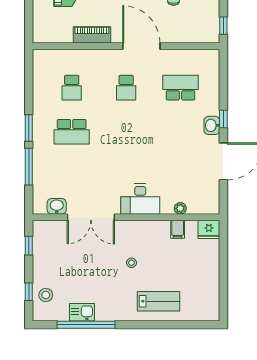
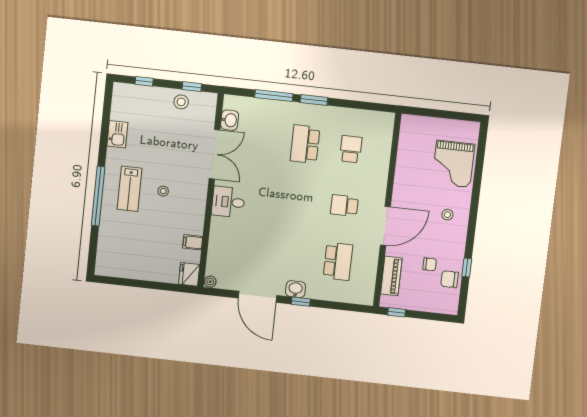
piano: (92, 35) -> (391, 276), moved
school desk: (72, 88) -> (351, 149), turned 90
desk: (140, 199) -> (228, 202), width x0.73
plant: (180, 208) -> (210, 282), moved
double door: (91, 217) -> (214, 154), swing flipped
stool: (46, 295) -> (181, 102), moved
lab bench: (158, 301) -> (130, 189), moved
window: (86, 325) -> (98, 196), moved

